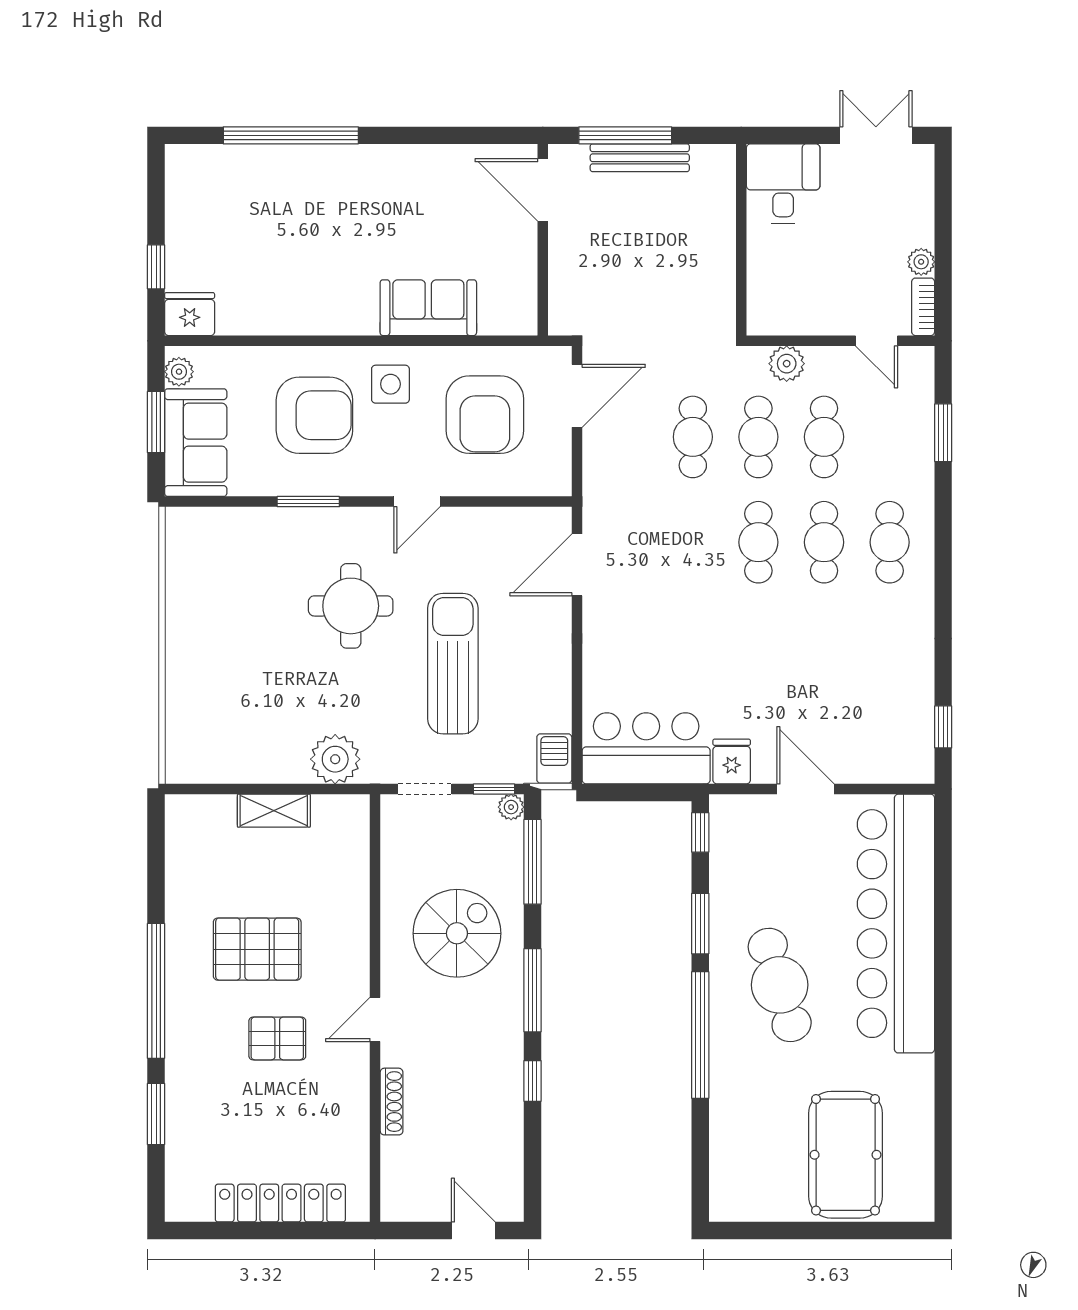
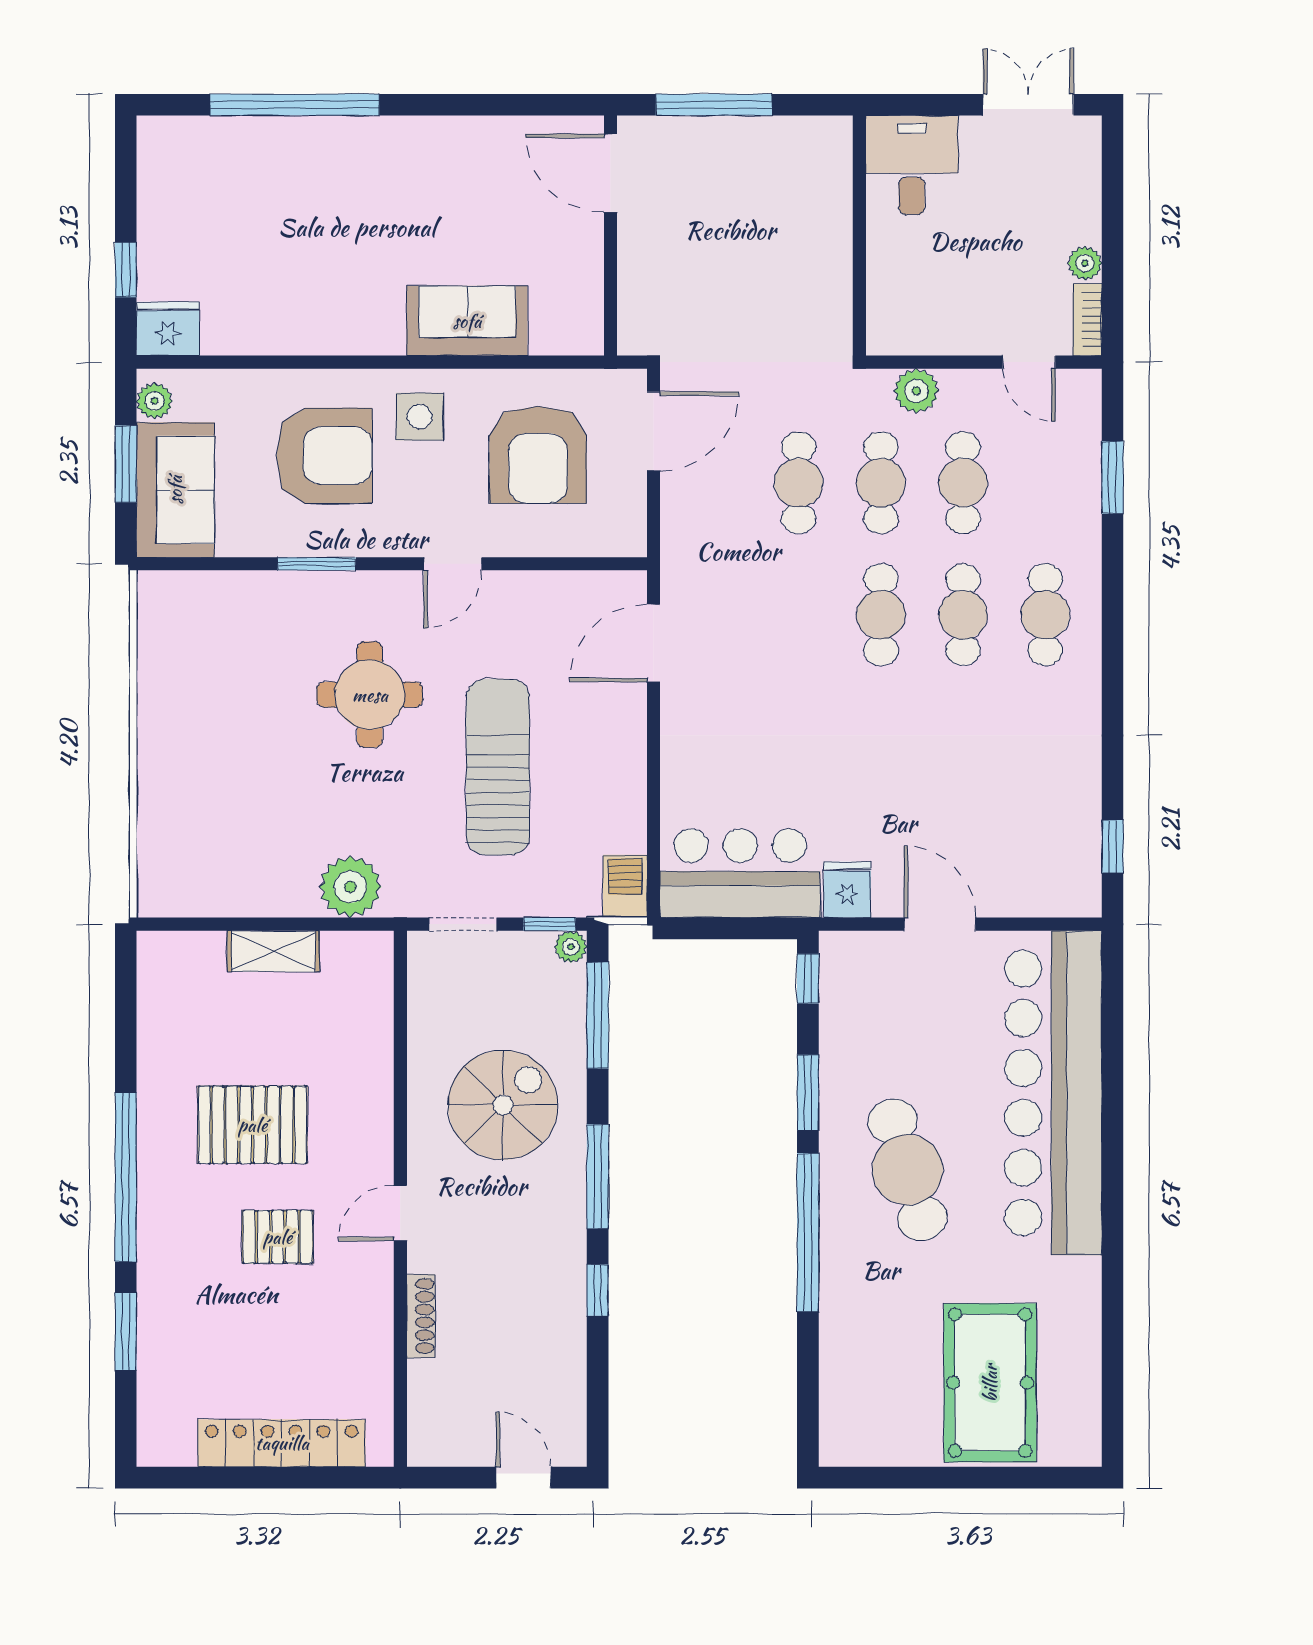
bench: (640, 158) -> (732, 133), removed

